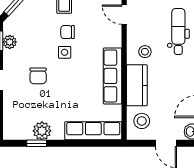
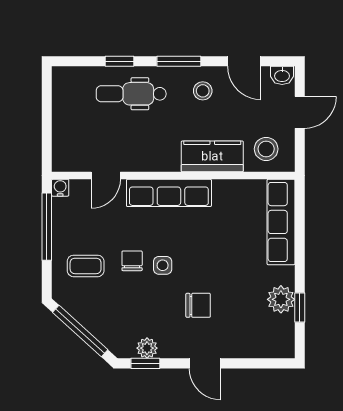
chair: (68, 32) -> (132, 261), turned 180
stool: (145, 52) -> (203, 91), moved
row of seats: (113, 76) -> (169, 193), moved

